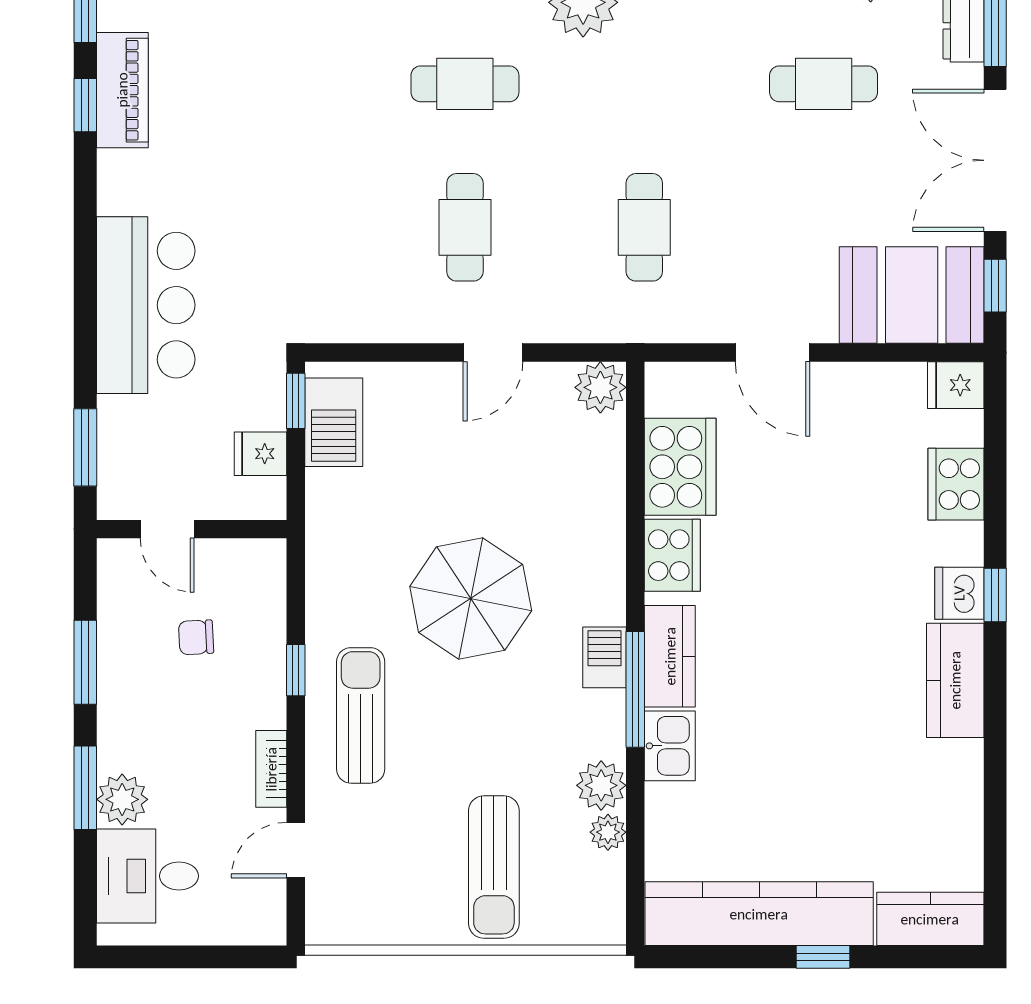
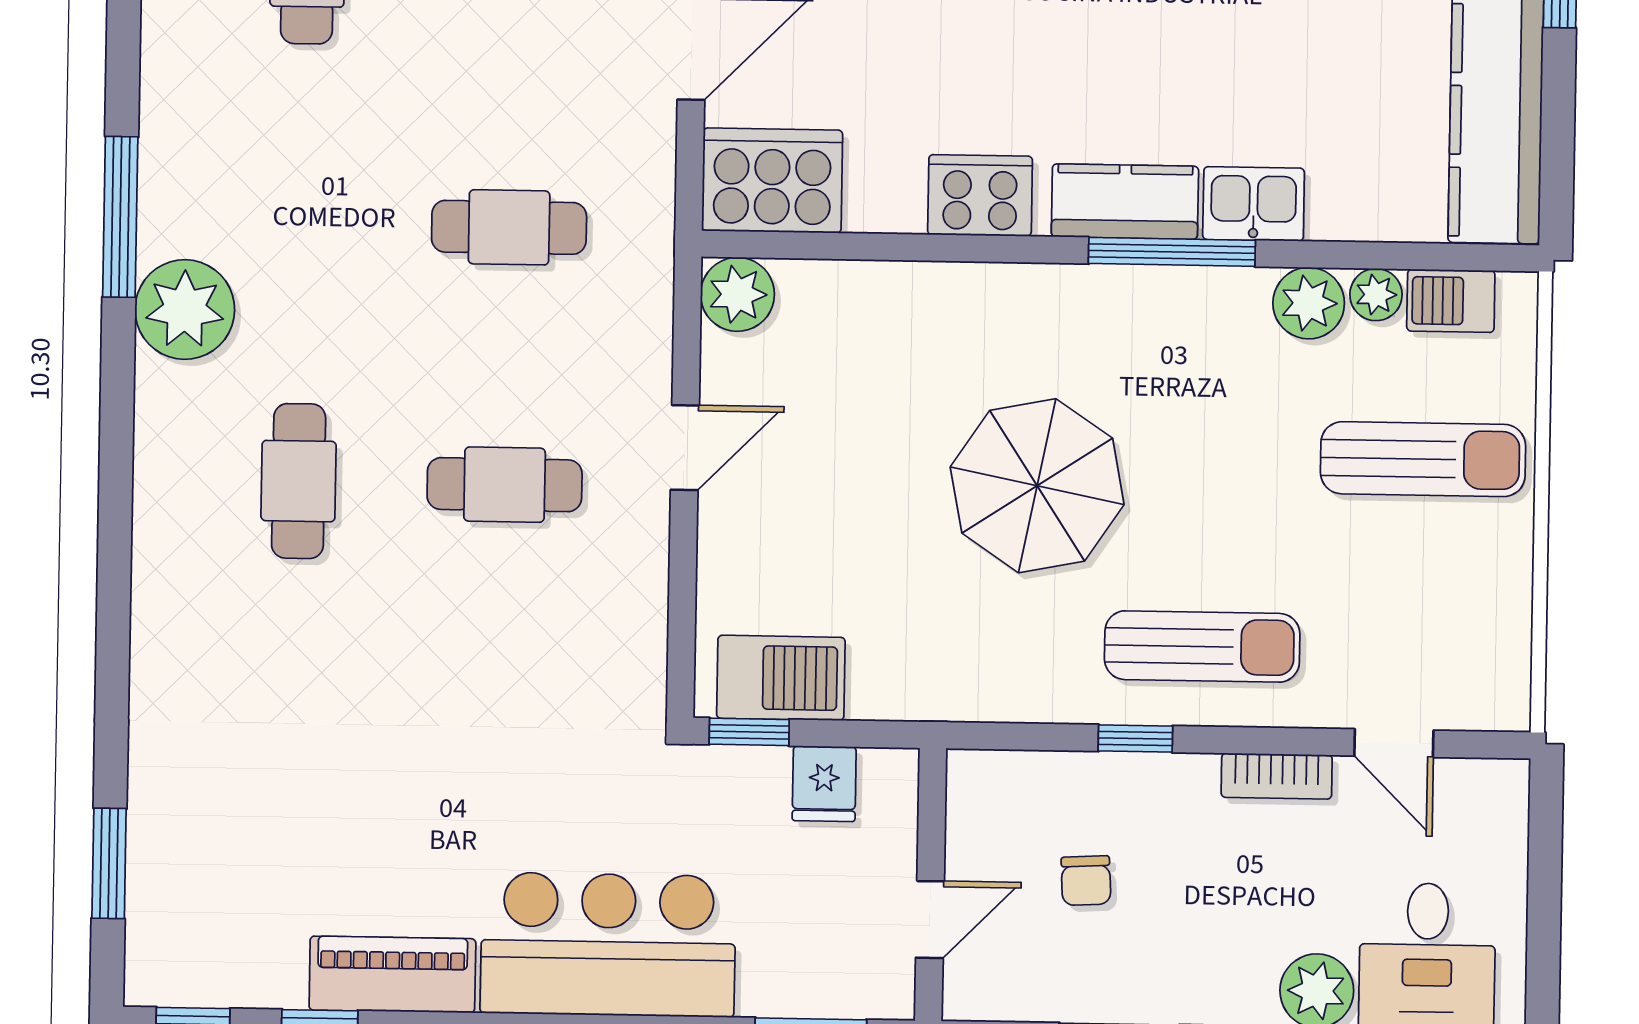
piano: (122, 90) -> (392, 974), moved
door: (493, 353) -> (685, 448), hinge flipped
cooker: (680, 467) -> (772, 180), moved
barbecue: (605, 657) -> (1451, 301), moved
sun lounger: (361, 715) -> (1202, 647), turned 180

